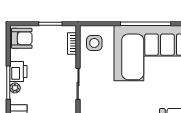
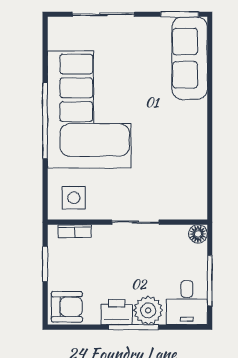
armchair: (22, 38) -> (67, 307), turned 90
plant: (15, 88) -> (148, 310), width x1.87, depth x1.87

